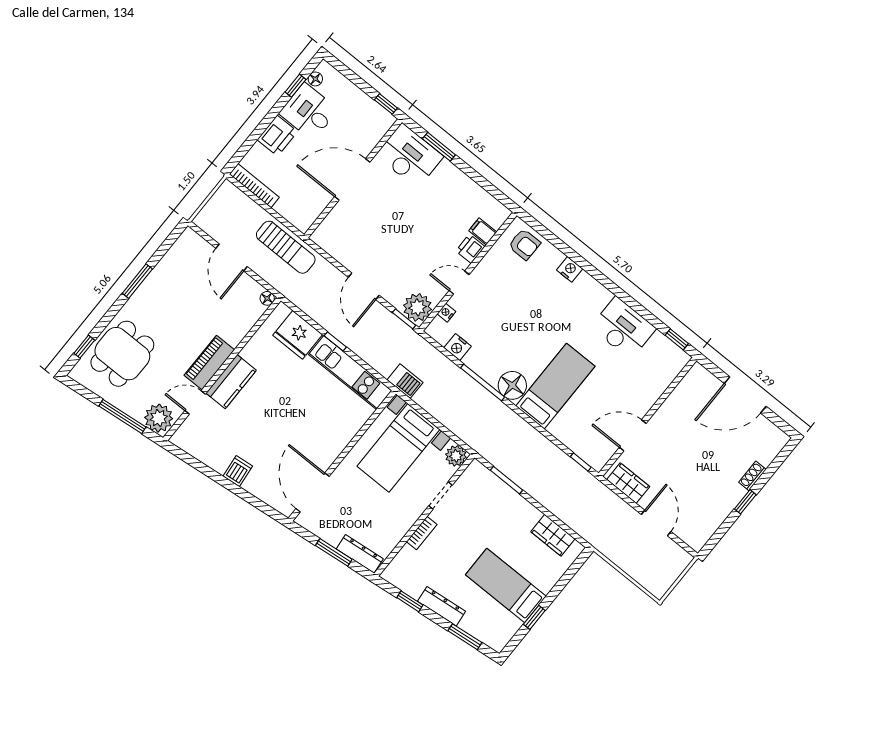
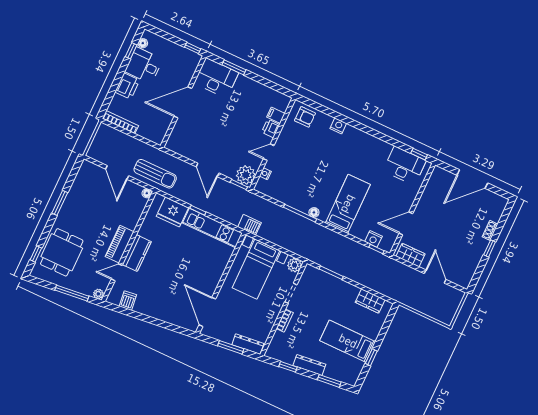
sun lounger: (286, 247) -> (155, 174), moved
desk: (623, 328) -> (404, 166), moved
nightstand: (458, 347) -> (373, 239), moved
floor lamp: (512, 385) -> (314, 212), width x0.53, depth x0.53
plant: (159, 418) -> (98, 294), width x0.53, depth x0.53
dishwasher: (238, 471) -> (128, 301), moved

